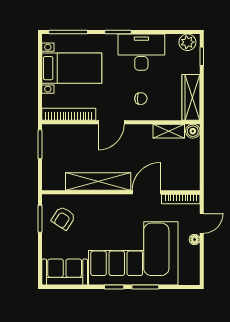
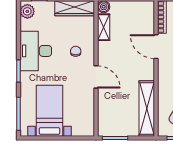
bookcase: (69, 114) -> (89, 113), removed
shelving: (98, 181) -> (147, 108), moved

